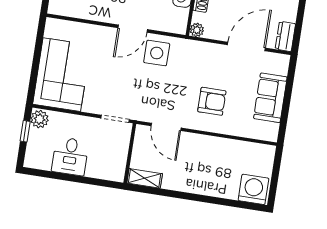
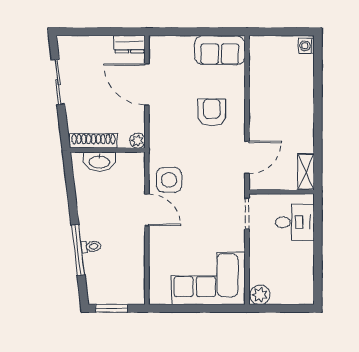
sofa: (270, 98) -> (220, 50), moved
window: (25, 131) -> (275, 308), removed
desk: (70, 156) -> (295, 222), moved
washing machine: (253, 189) -> (306, 46), width x0.53, depth x0.53

